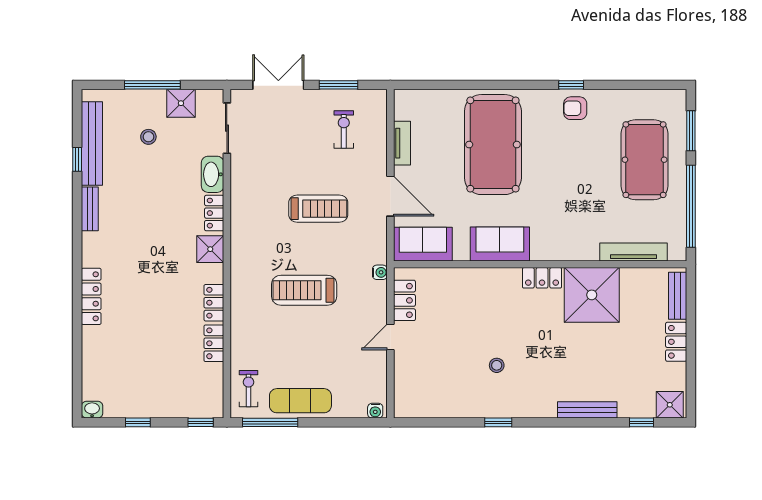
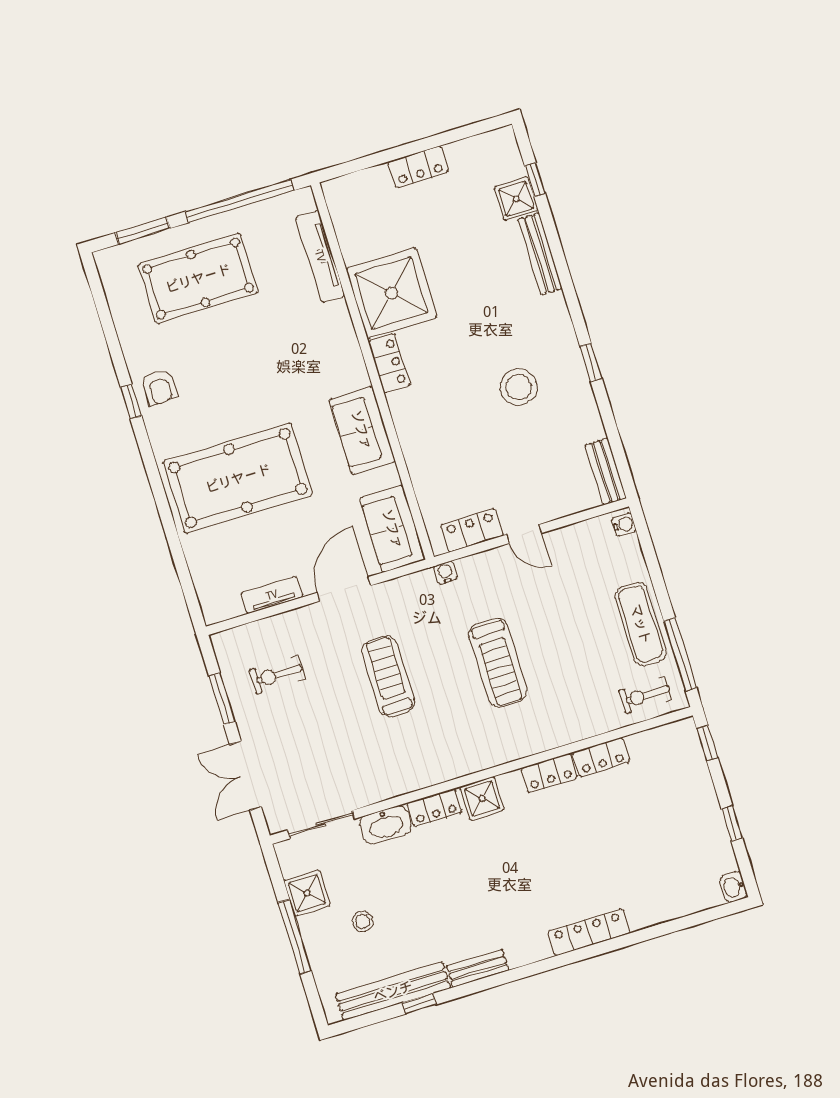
bench: (678, 296) -> (606, 471), moved, turned 90
stool: (497, 365) -> (519, 387), width x1.89, depth x1.89
shower: (670, 405) -> (516, 199), moved

